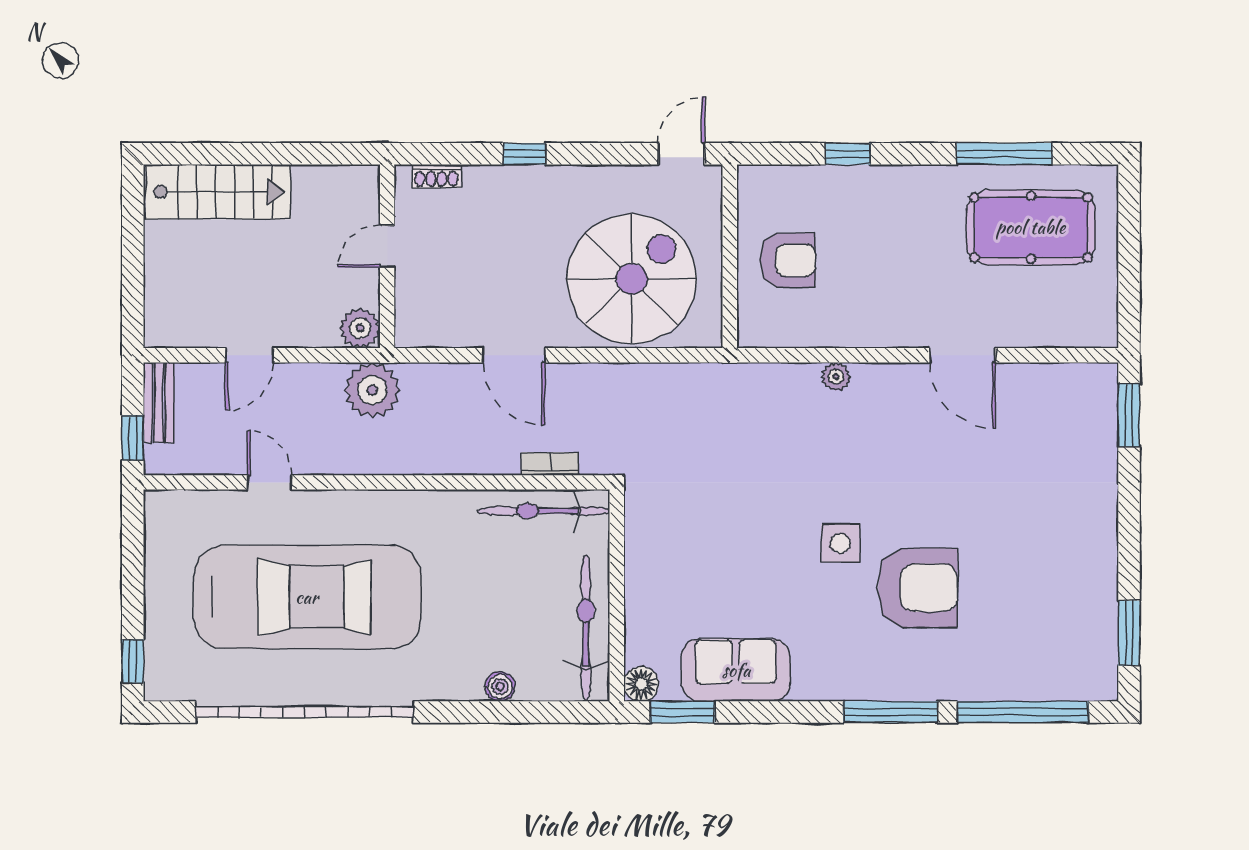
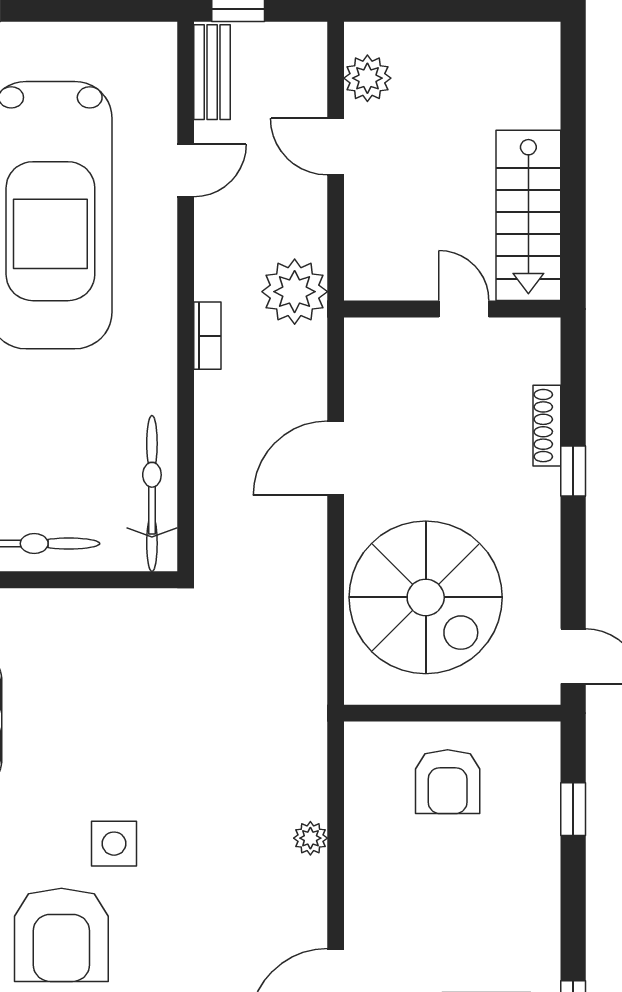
window: (848, 154) -> (573, 809), moved
shoe rack: (436, 176) -> (547, 426), moved, width x1.43
stairs: (218, 192) -> (528, 215), moved
plant: (360, 328) -> (367, 78), moved
bench: (159, 403) -> (212, 72), moved, turned 90
bookcase: (550, 464) -> (207, 336), moved

